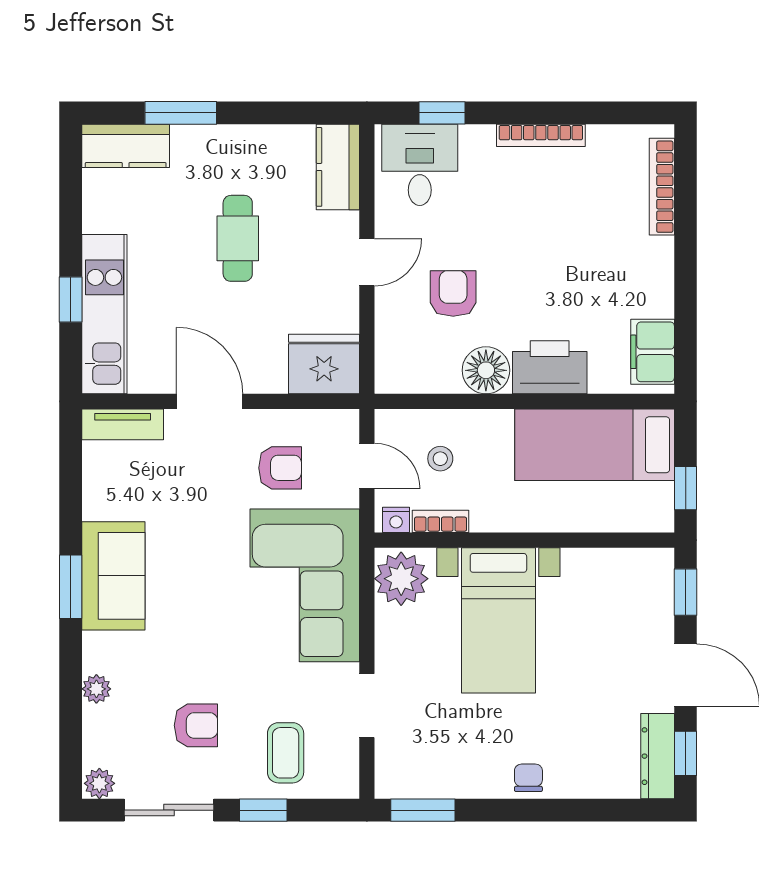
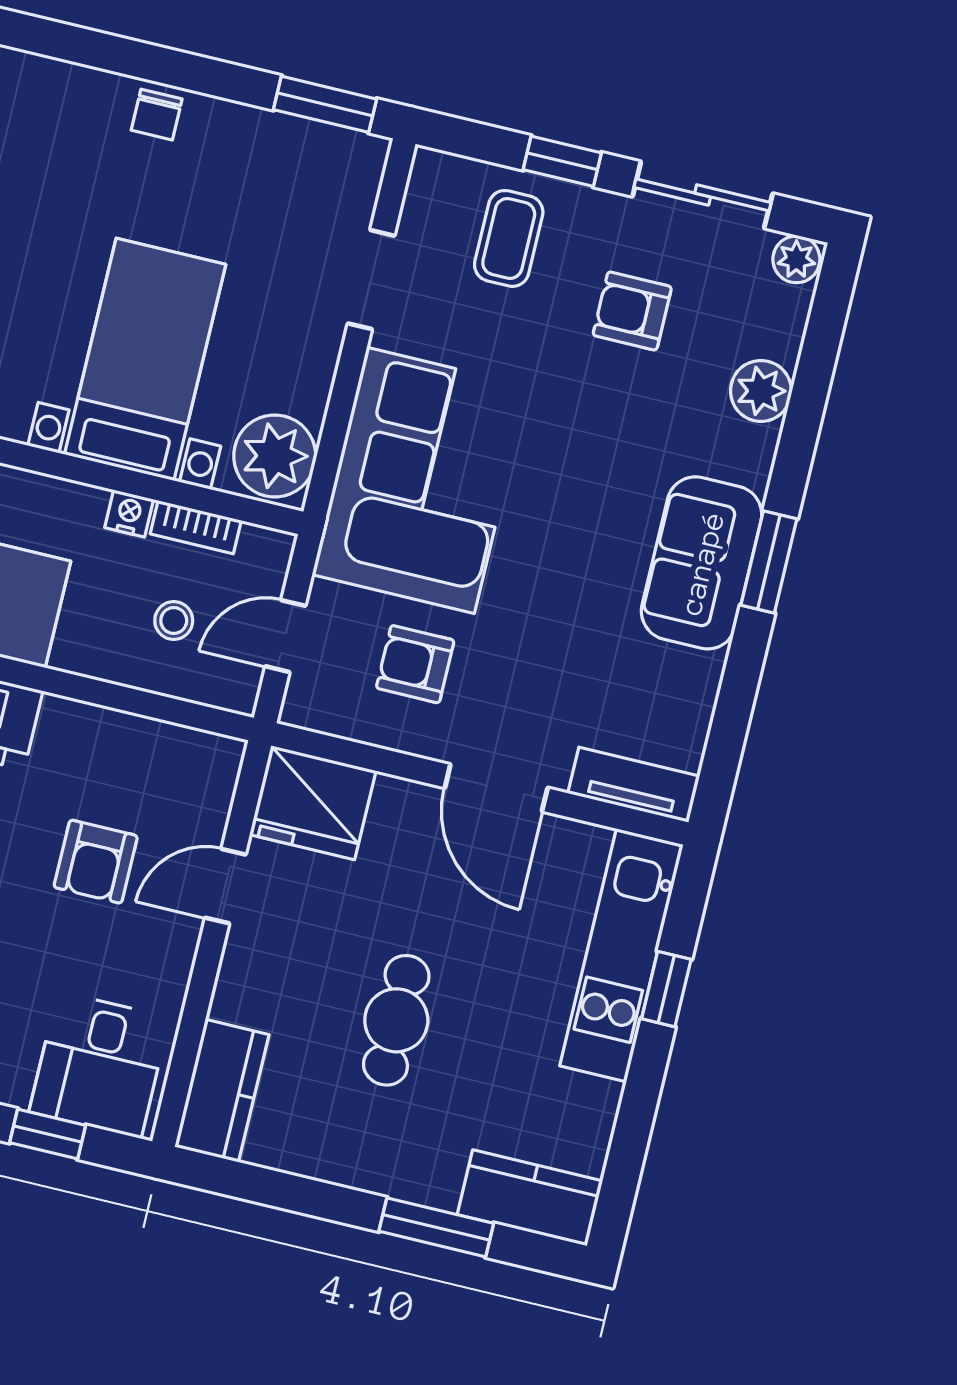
door: (367, 262) -> (225, 886), moved
floor lamp: (486, 370) -> (74, 736), removed
door: (367, 466) -> (285, 636), hinge flipped
nightstand: (396, 520) -> (129, 513), moved
plant: (96, 689) -> (761, 391), width x1.38, depth x1.38

